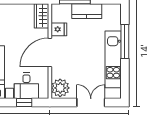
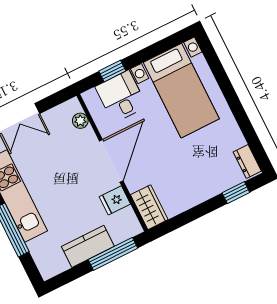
plant: (60, 88) -> (80, 121), width x0.53, depth x0.53

